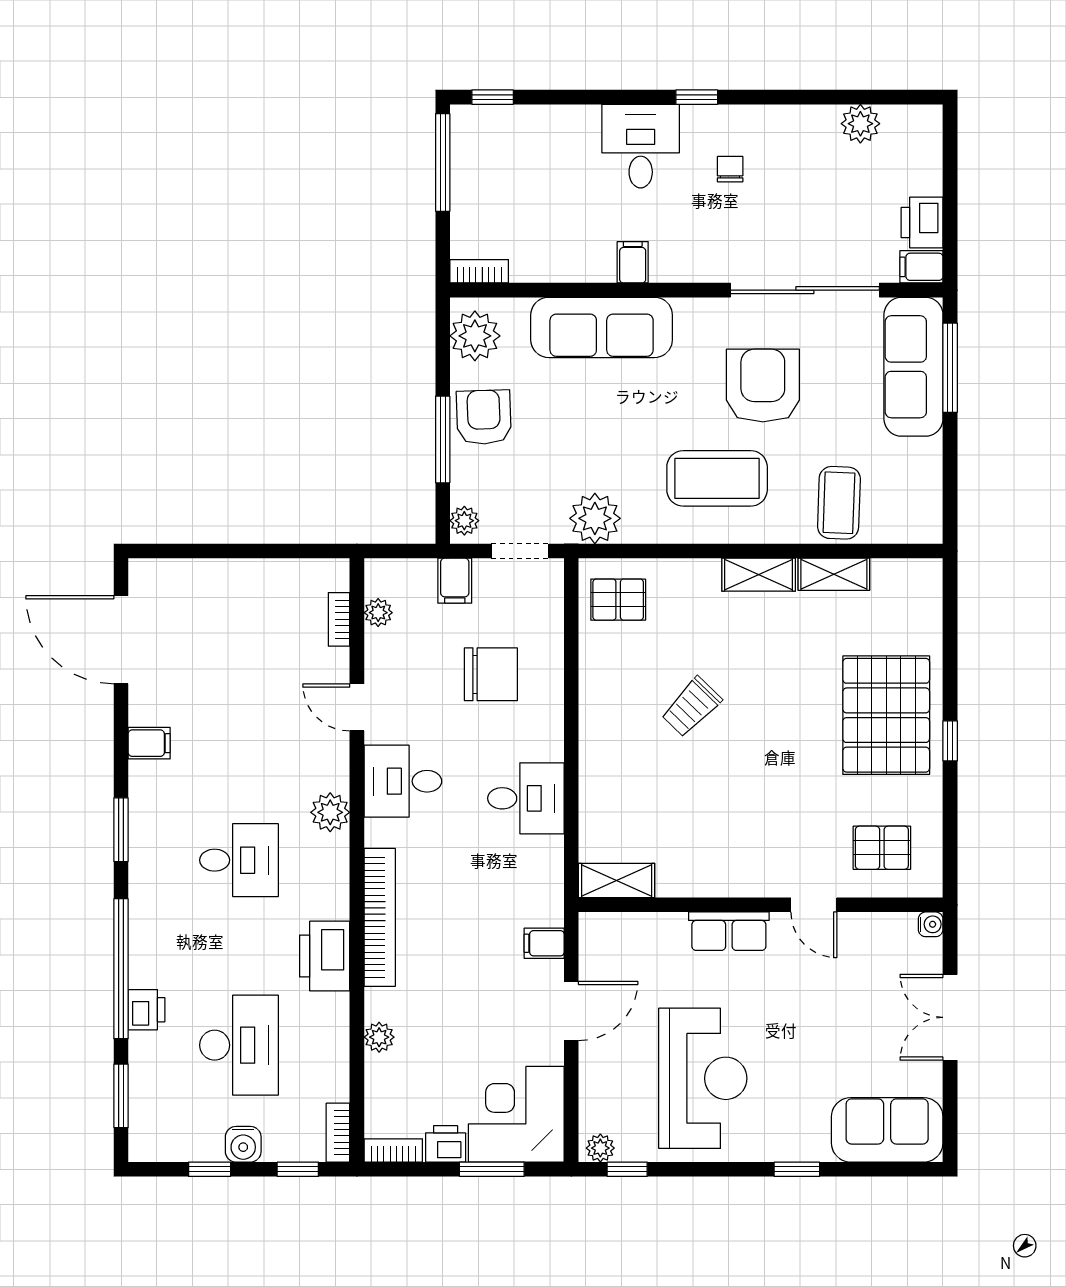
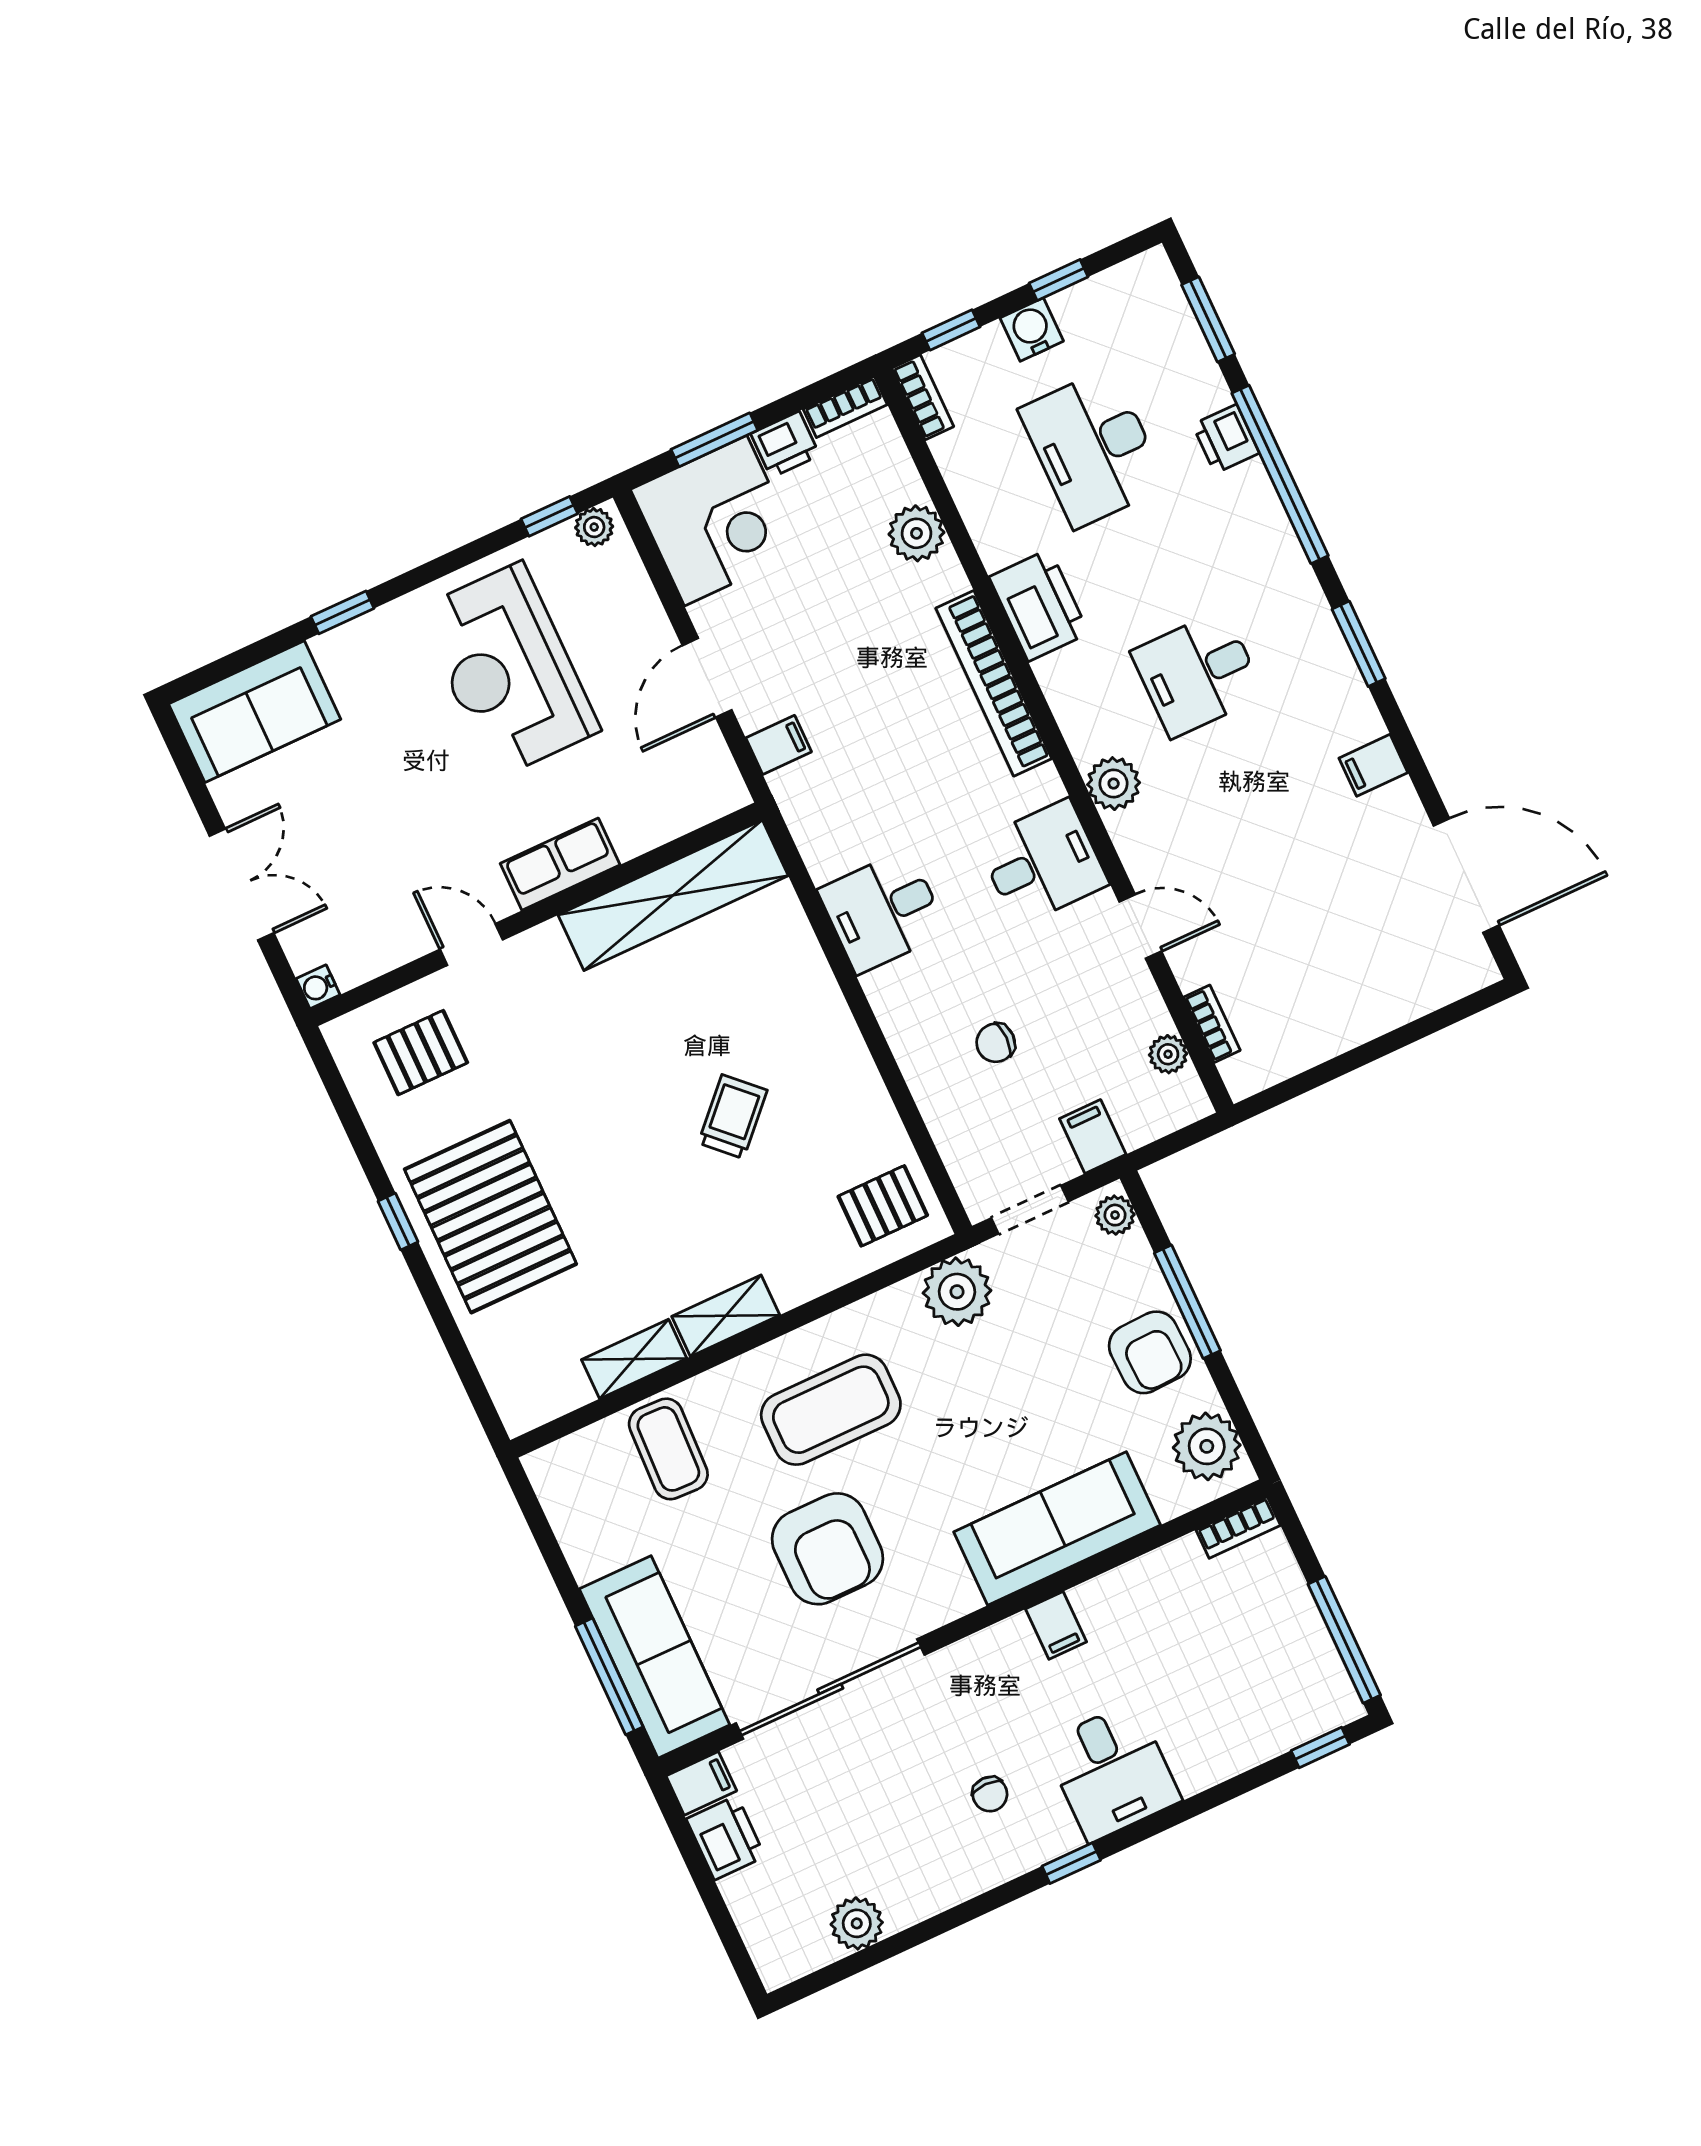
chair: (491, 674) -> (996, 1043), width x0.54, depth x0.54
shelving: (617, 881) -> (673, 895), width x2.20, depth x1.33
plant: (379, 1037) -> (916, 533), width x1.38, depth x1.38

